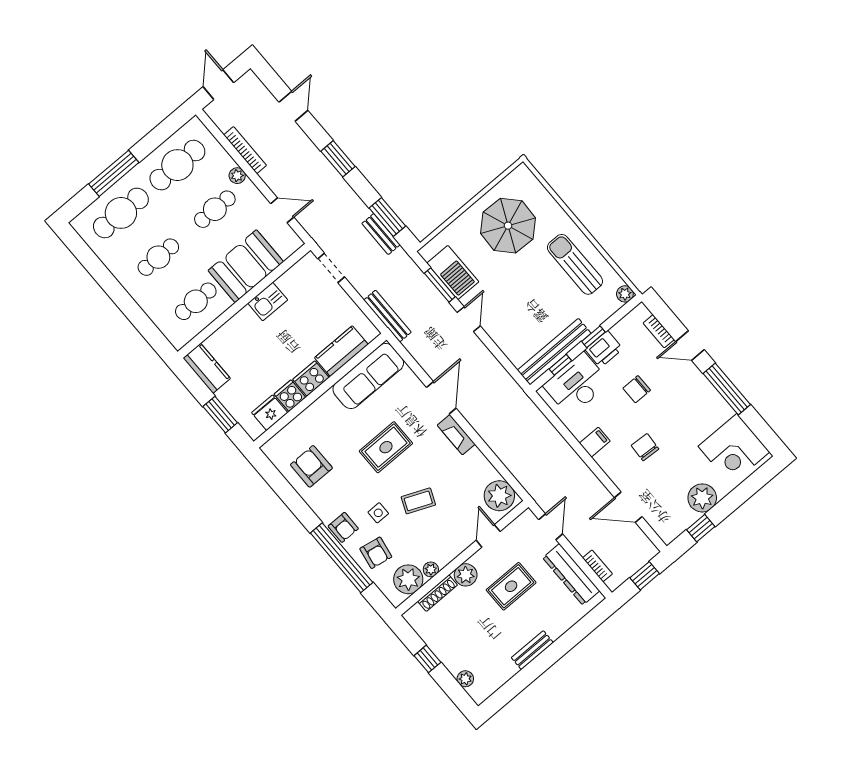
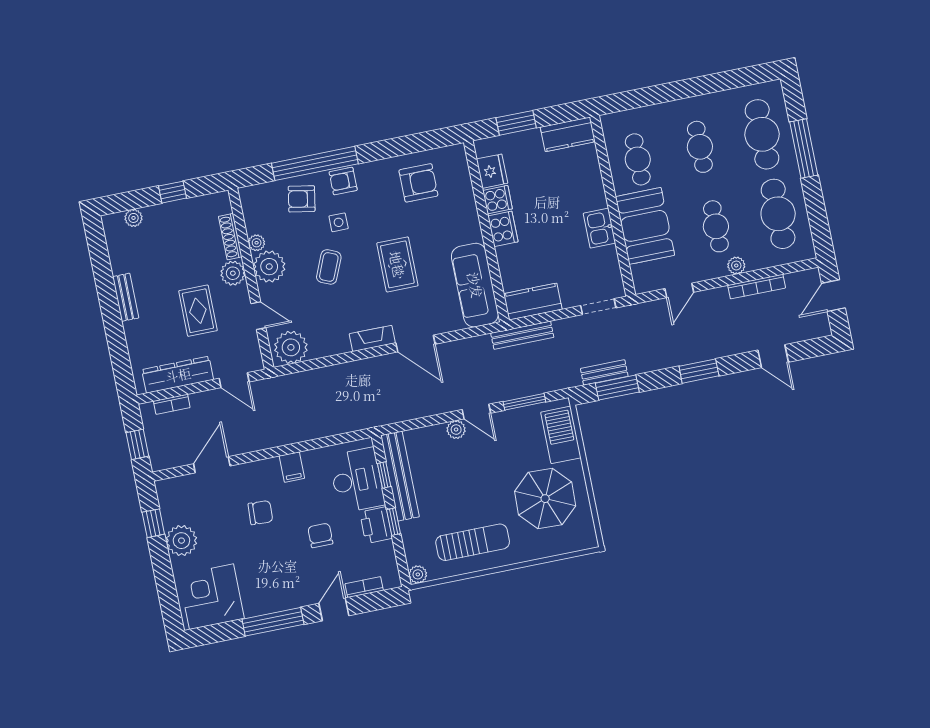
door: (218, 85) -> (833, 296), swing flipped
barbecue: (453, 273) -> (561, 435), moved, turned 90
plant: (492, 327) -> (456, 430), added
kitchen counter: (341, 351) -> (533, 302), moved, turned -90
plant: (408, 579) -> (269, 267), moved

